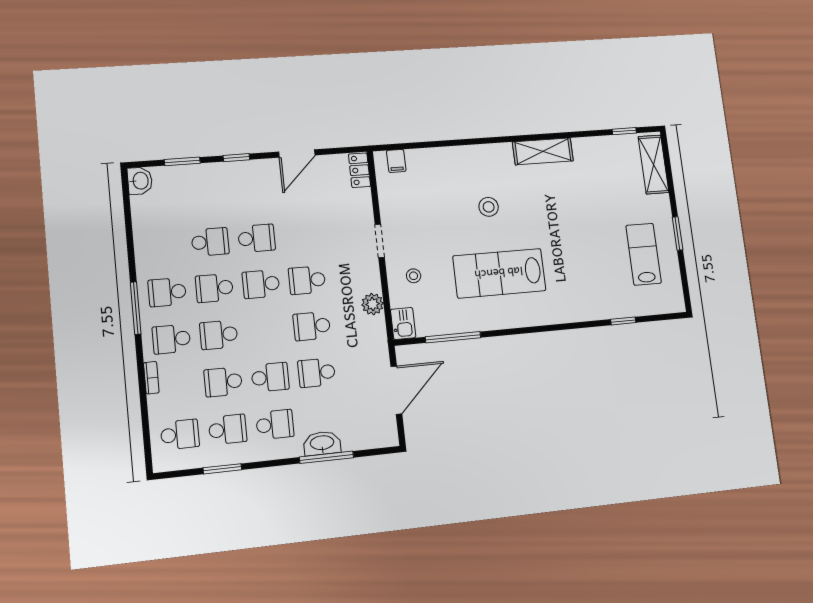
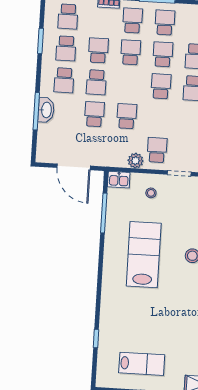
school desk: (307, 280) -> (157, 150), moved

